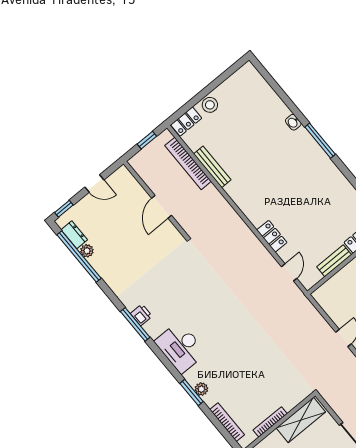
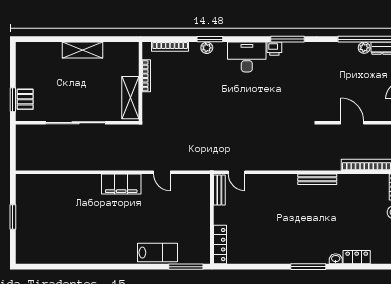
bench: (212, 167) -> (317, 179), moved
locker: (272, 236) -> (357, 257), moved, turned 180
bench: (334, 261) -> (219, 190), moved
printer: (141, 315) -> (274, 49), moved

